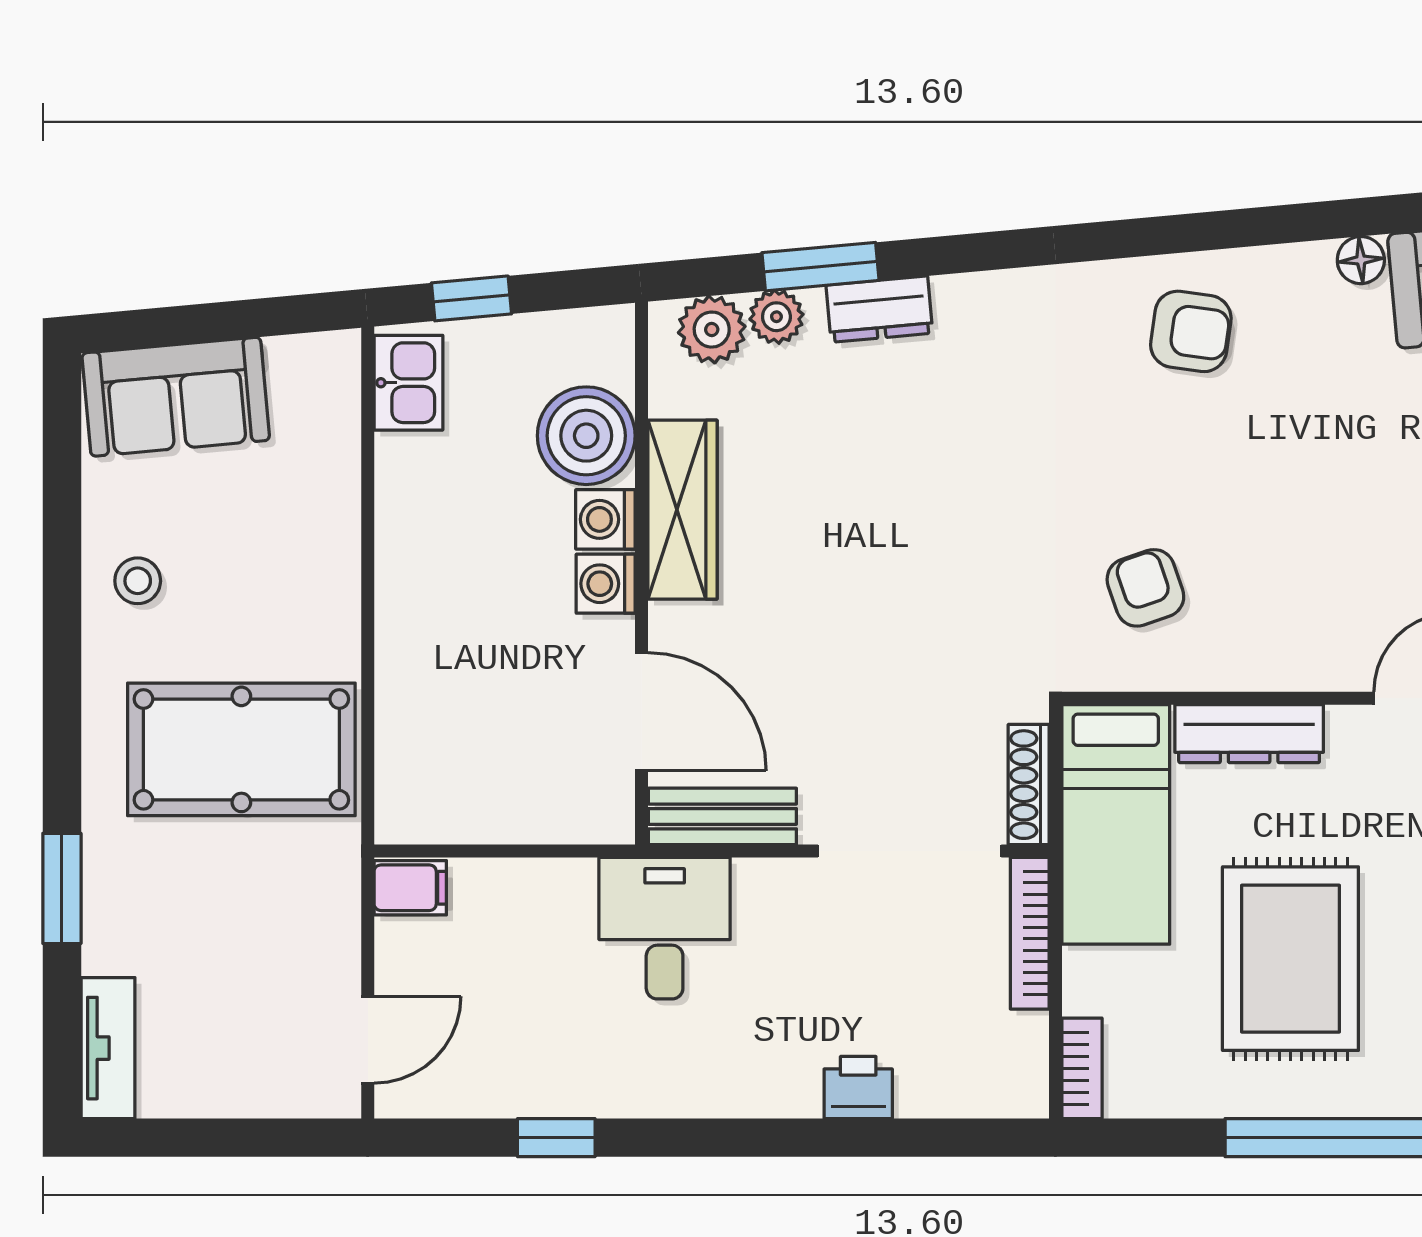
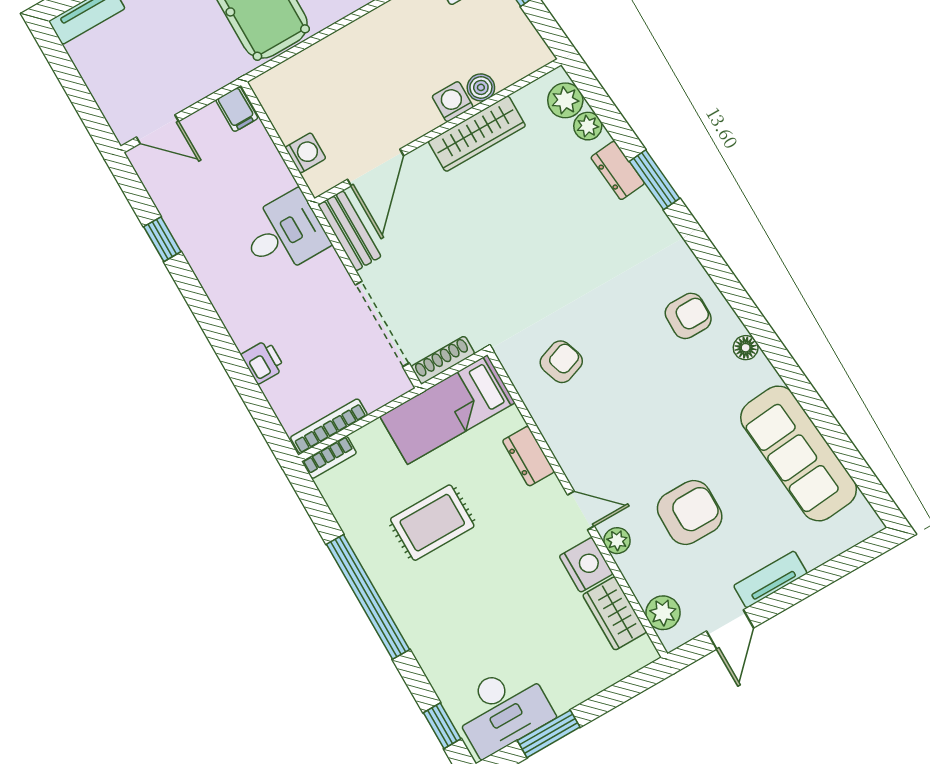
floor lamp: (1361, 260) -> (746, 348), moved
window: (820, 267) -> (655, 180), moved
armchair: (1191, 331) -> (688, 316), turned -98
boiler: (586, 436) -> (481, 87), width x0.54, depth x0.54
washing machine: (606, 584) -> (305, 153), moved, turned 90
dresser: (1249, 734) -> (528, 456), width x0.70
bookcase: (1030, 933) -> (329, 426), moved
rug: (1290, 959) -> (432, 523), width x0.73, depth x0.70

